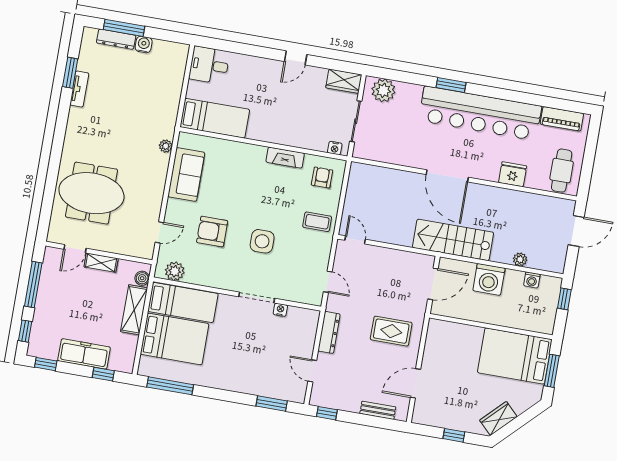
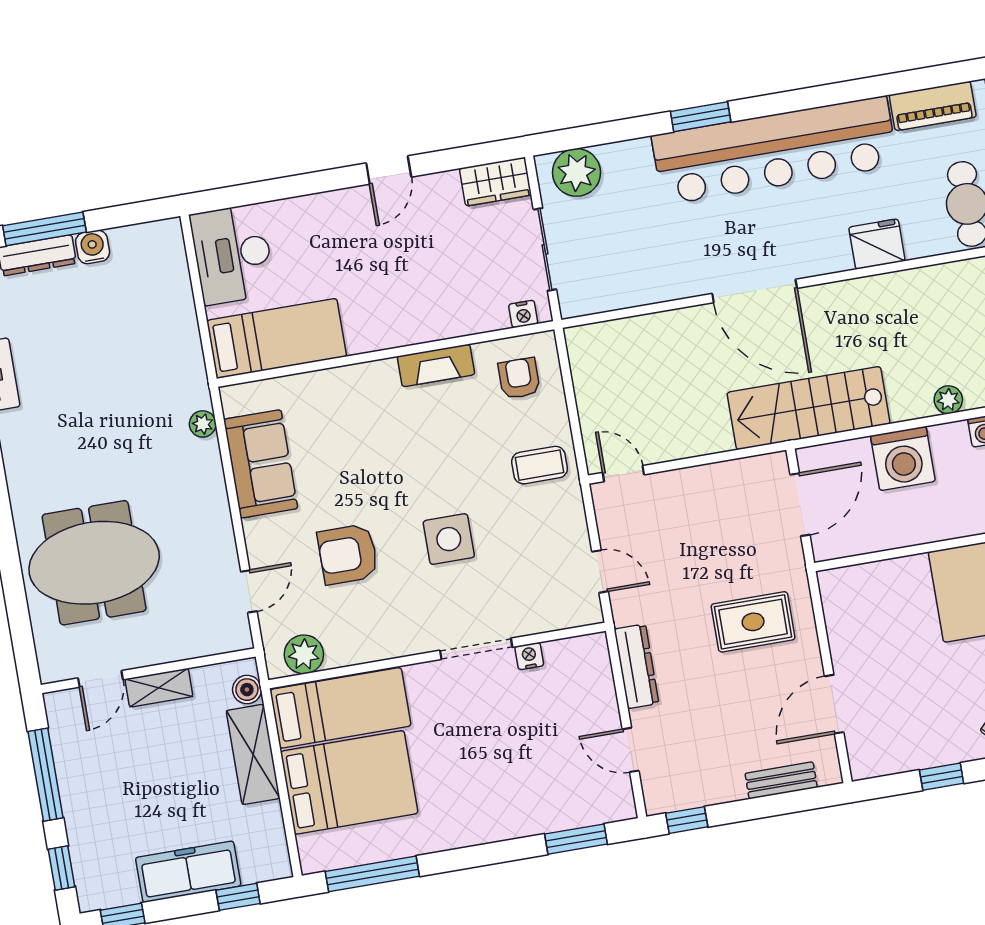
desk: (209, 65) -> (233, 254), width x1.37

